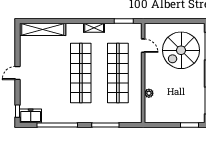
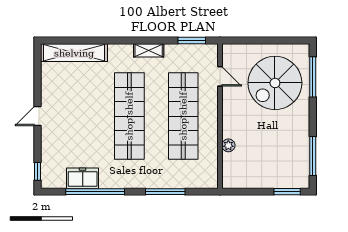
freezer: (31, 116) -> (83, 178), moved

